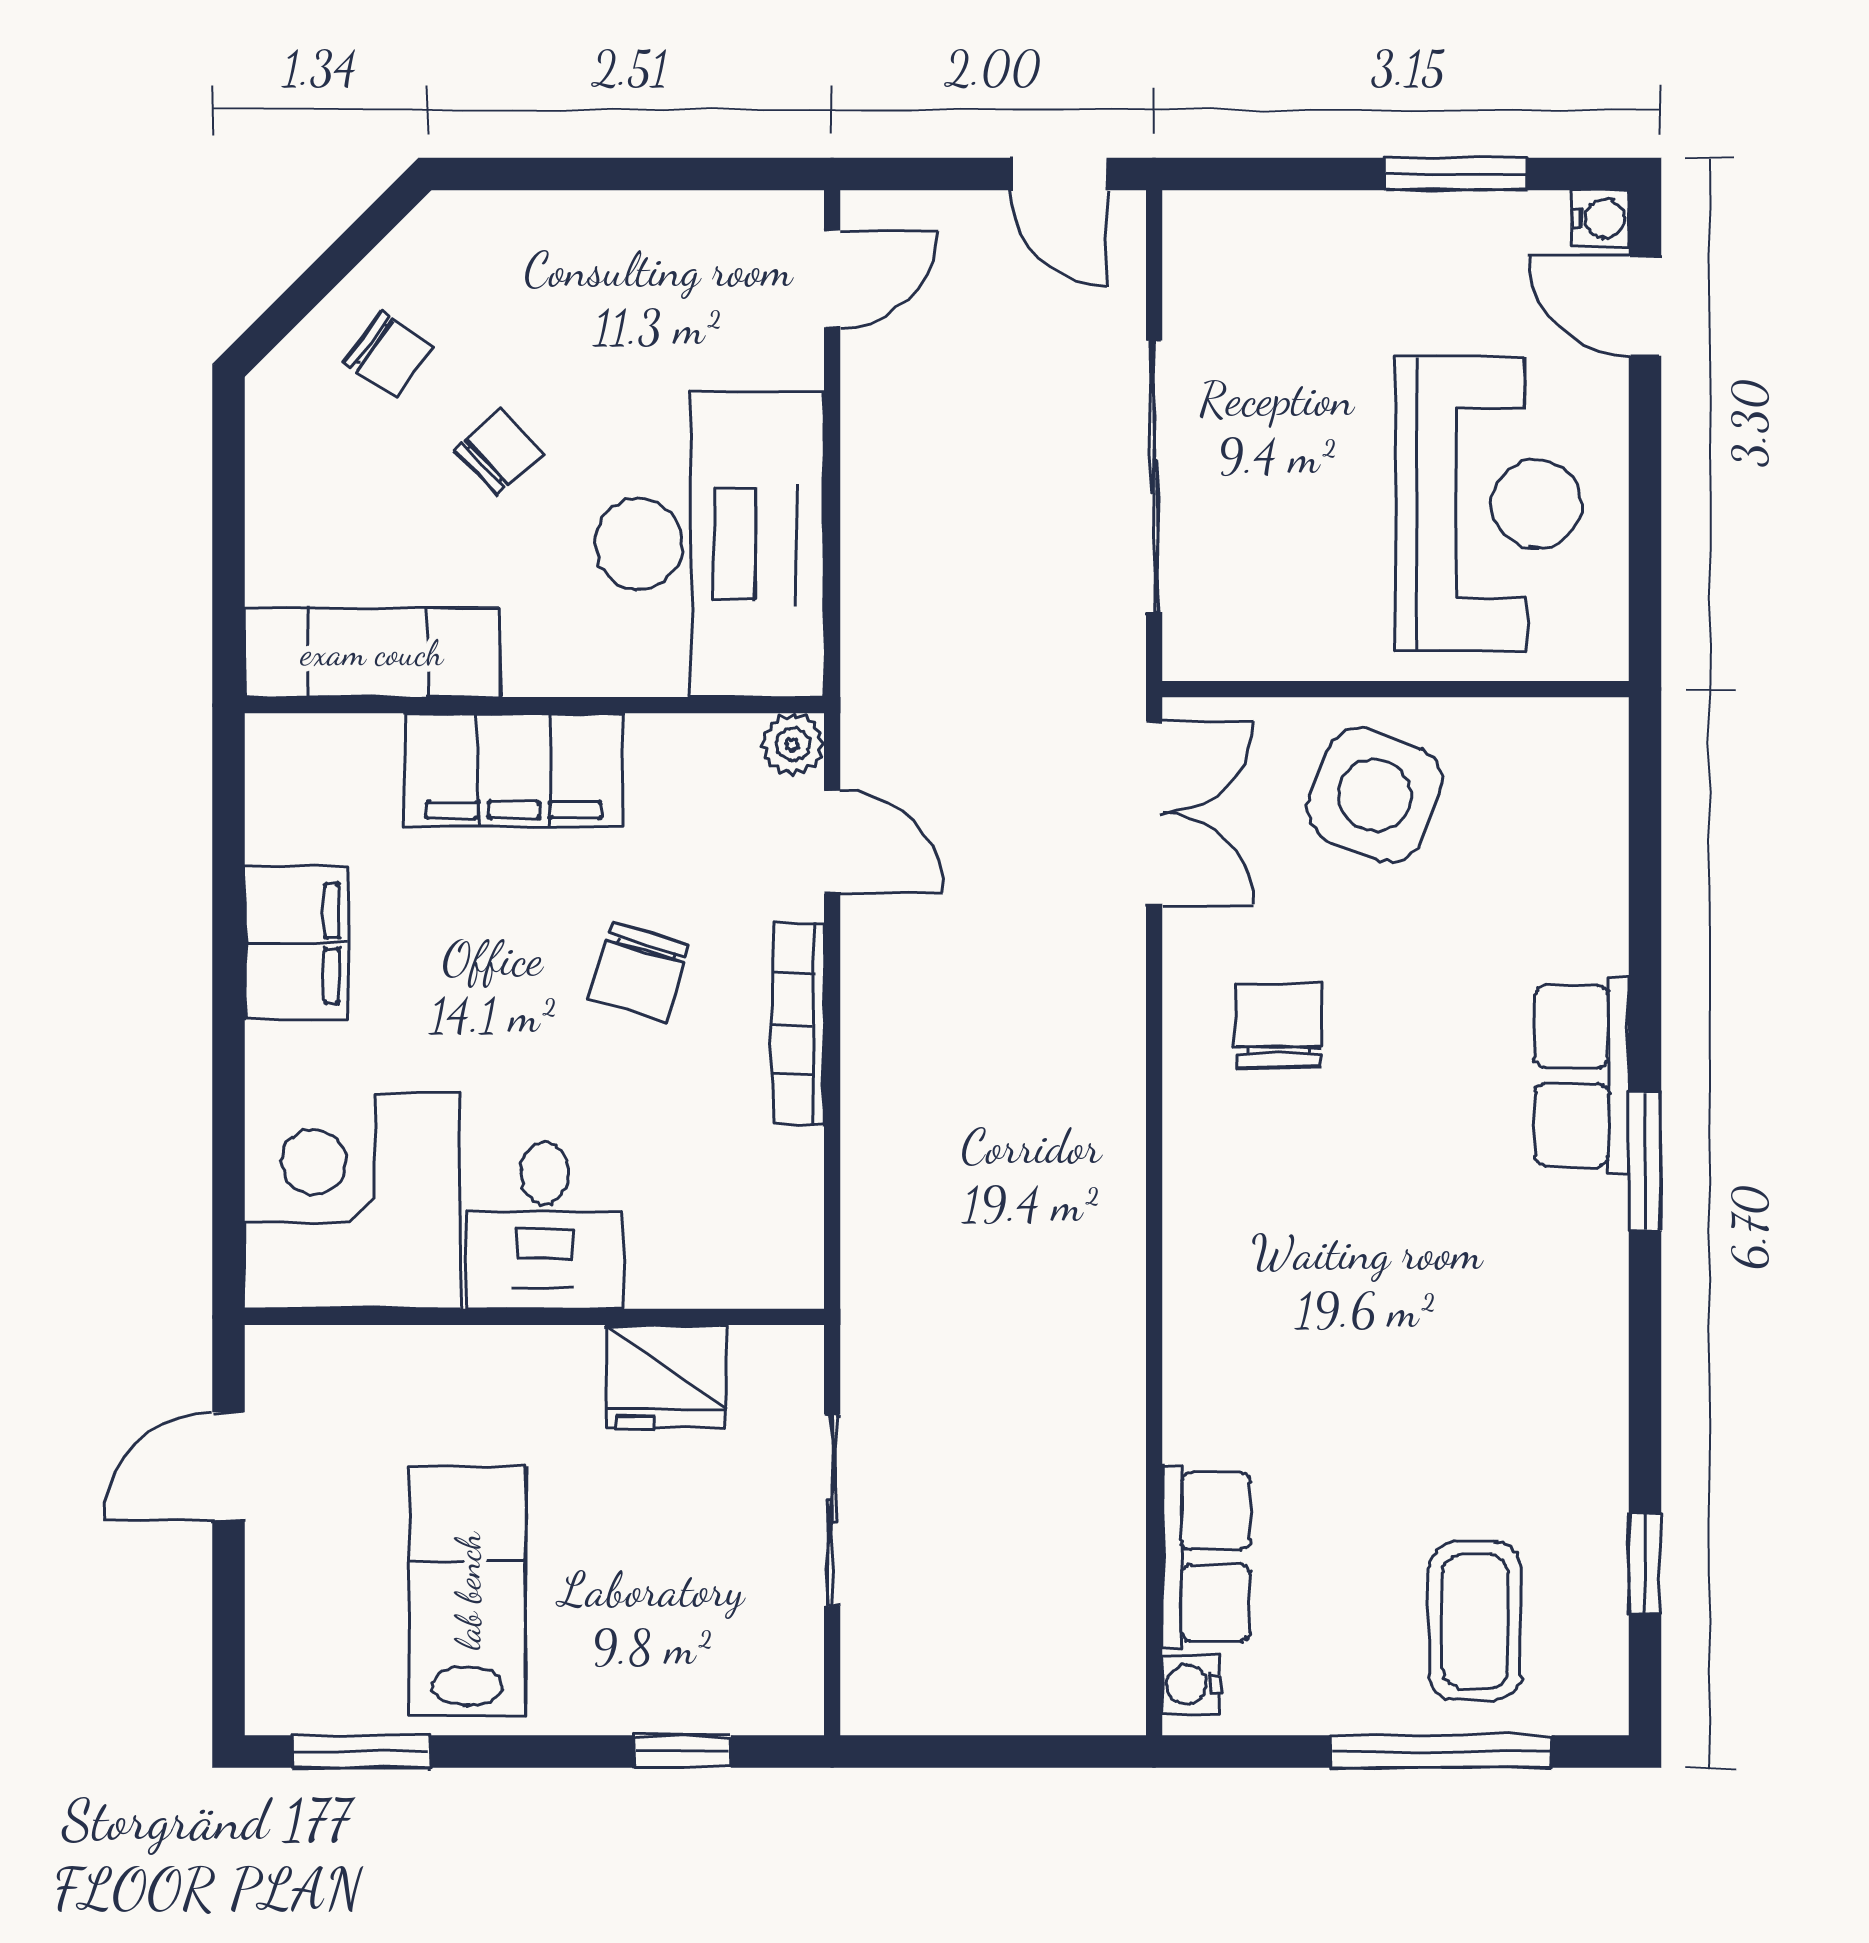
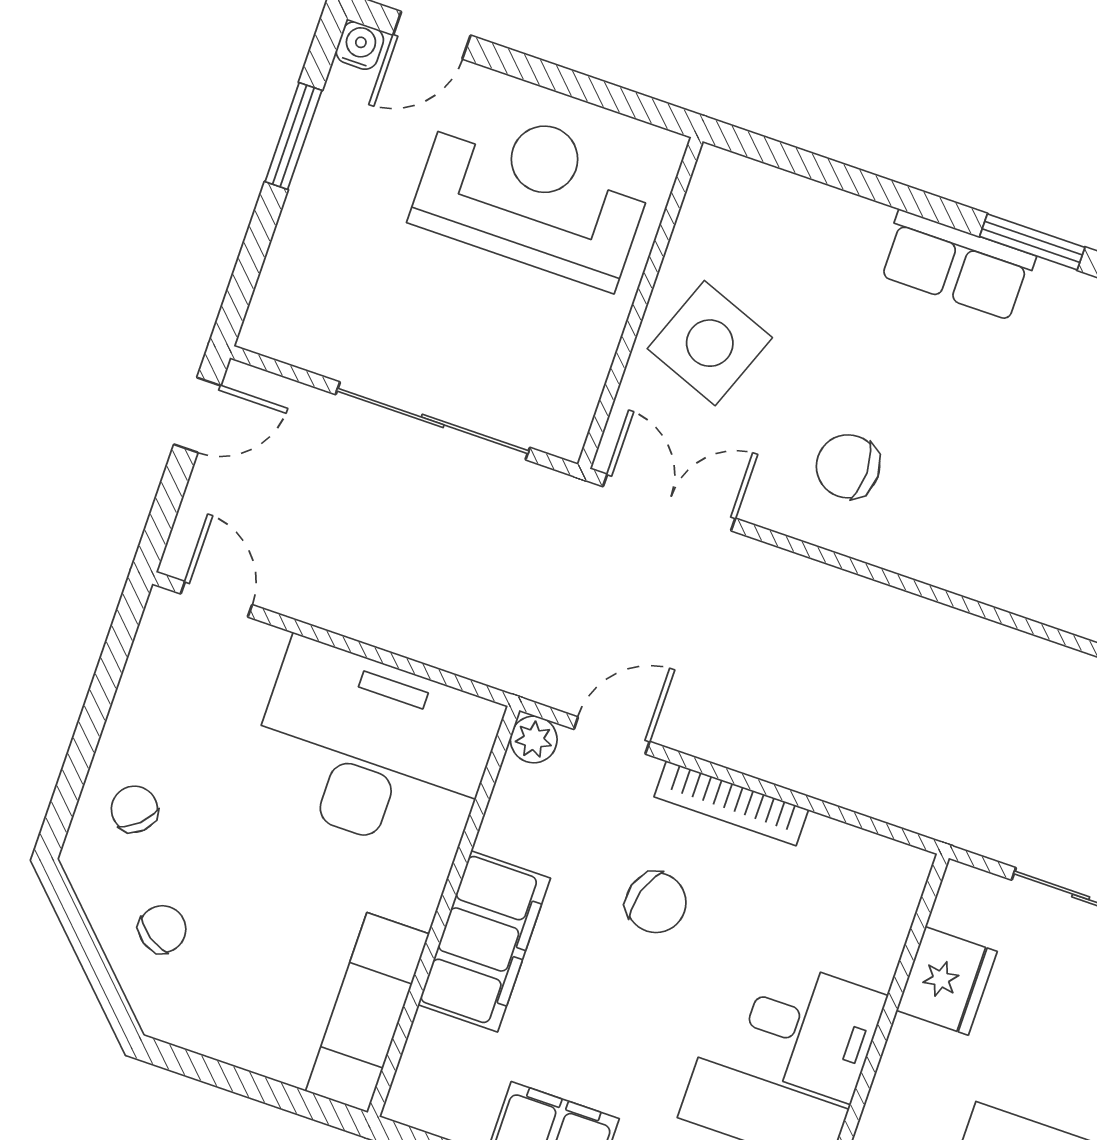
chair: (499, 452) -> (134, 809), moved

